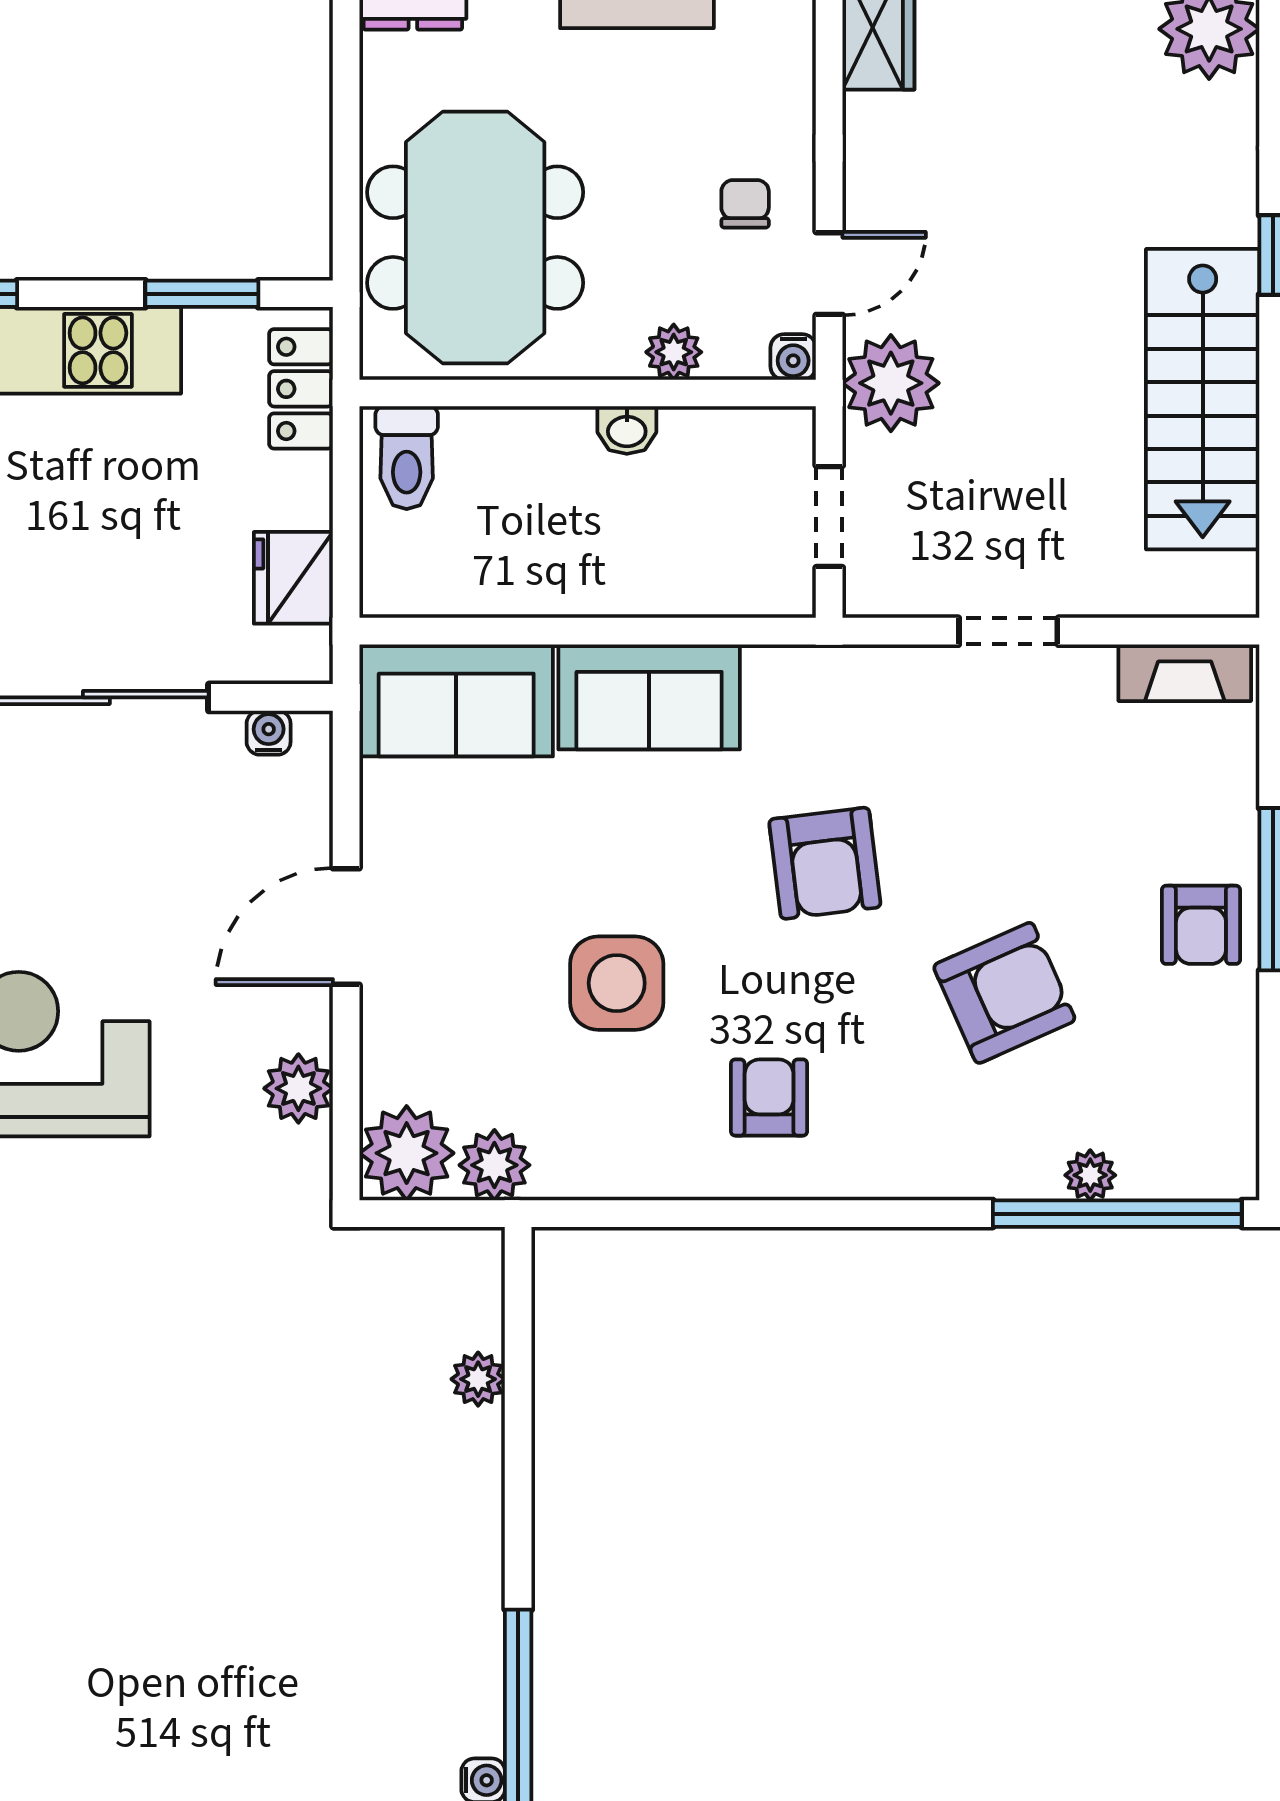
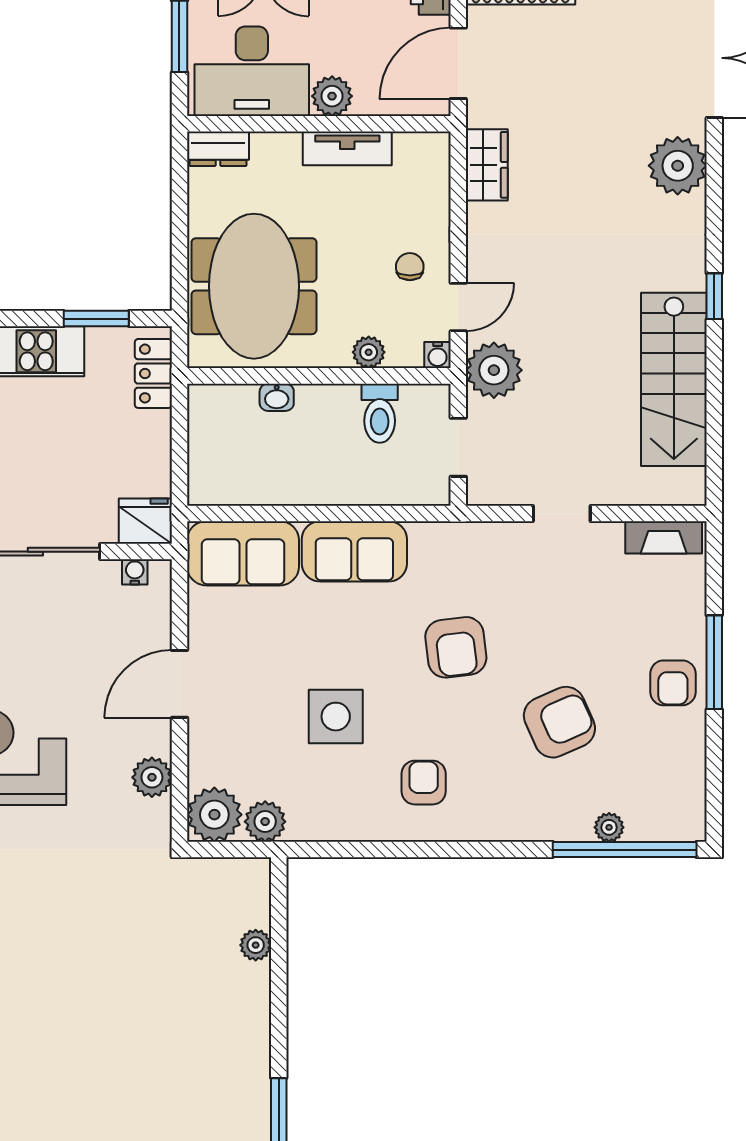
washbasin: (627, 430) -> (277, 397), moved
toilet: (407, 458) -> (380, 413), moved
fridge: (293, 578) -> (145, 521), moved, turned 90

